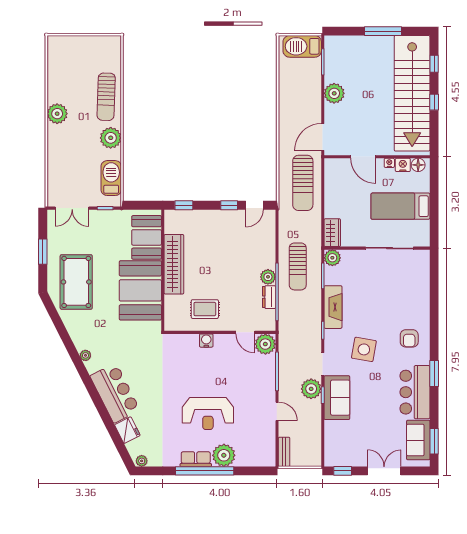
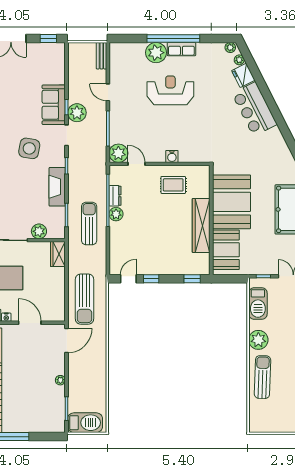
plant: (334, 93) -> (60, 380), width x0.53, depth x0.53
sun lounger: (303, 183) -> (84, 299), turned 180
plant: (332, 258) -> (39, 231), moved
plant: (85, 355) -> (239, 60), moved

